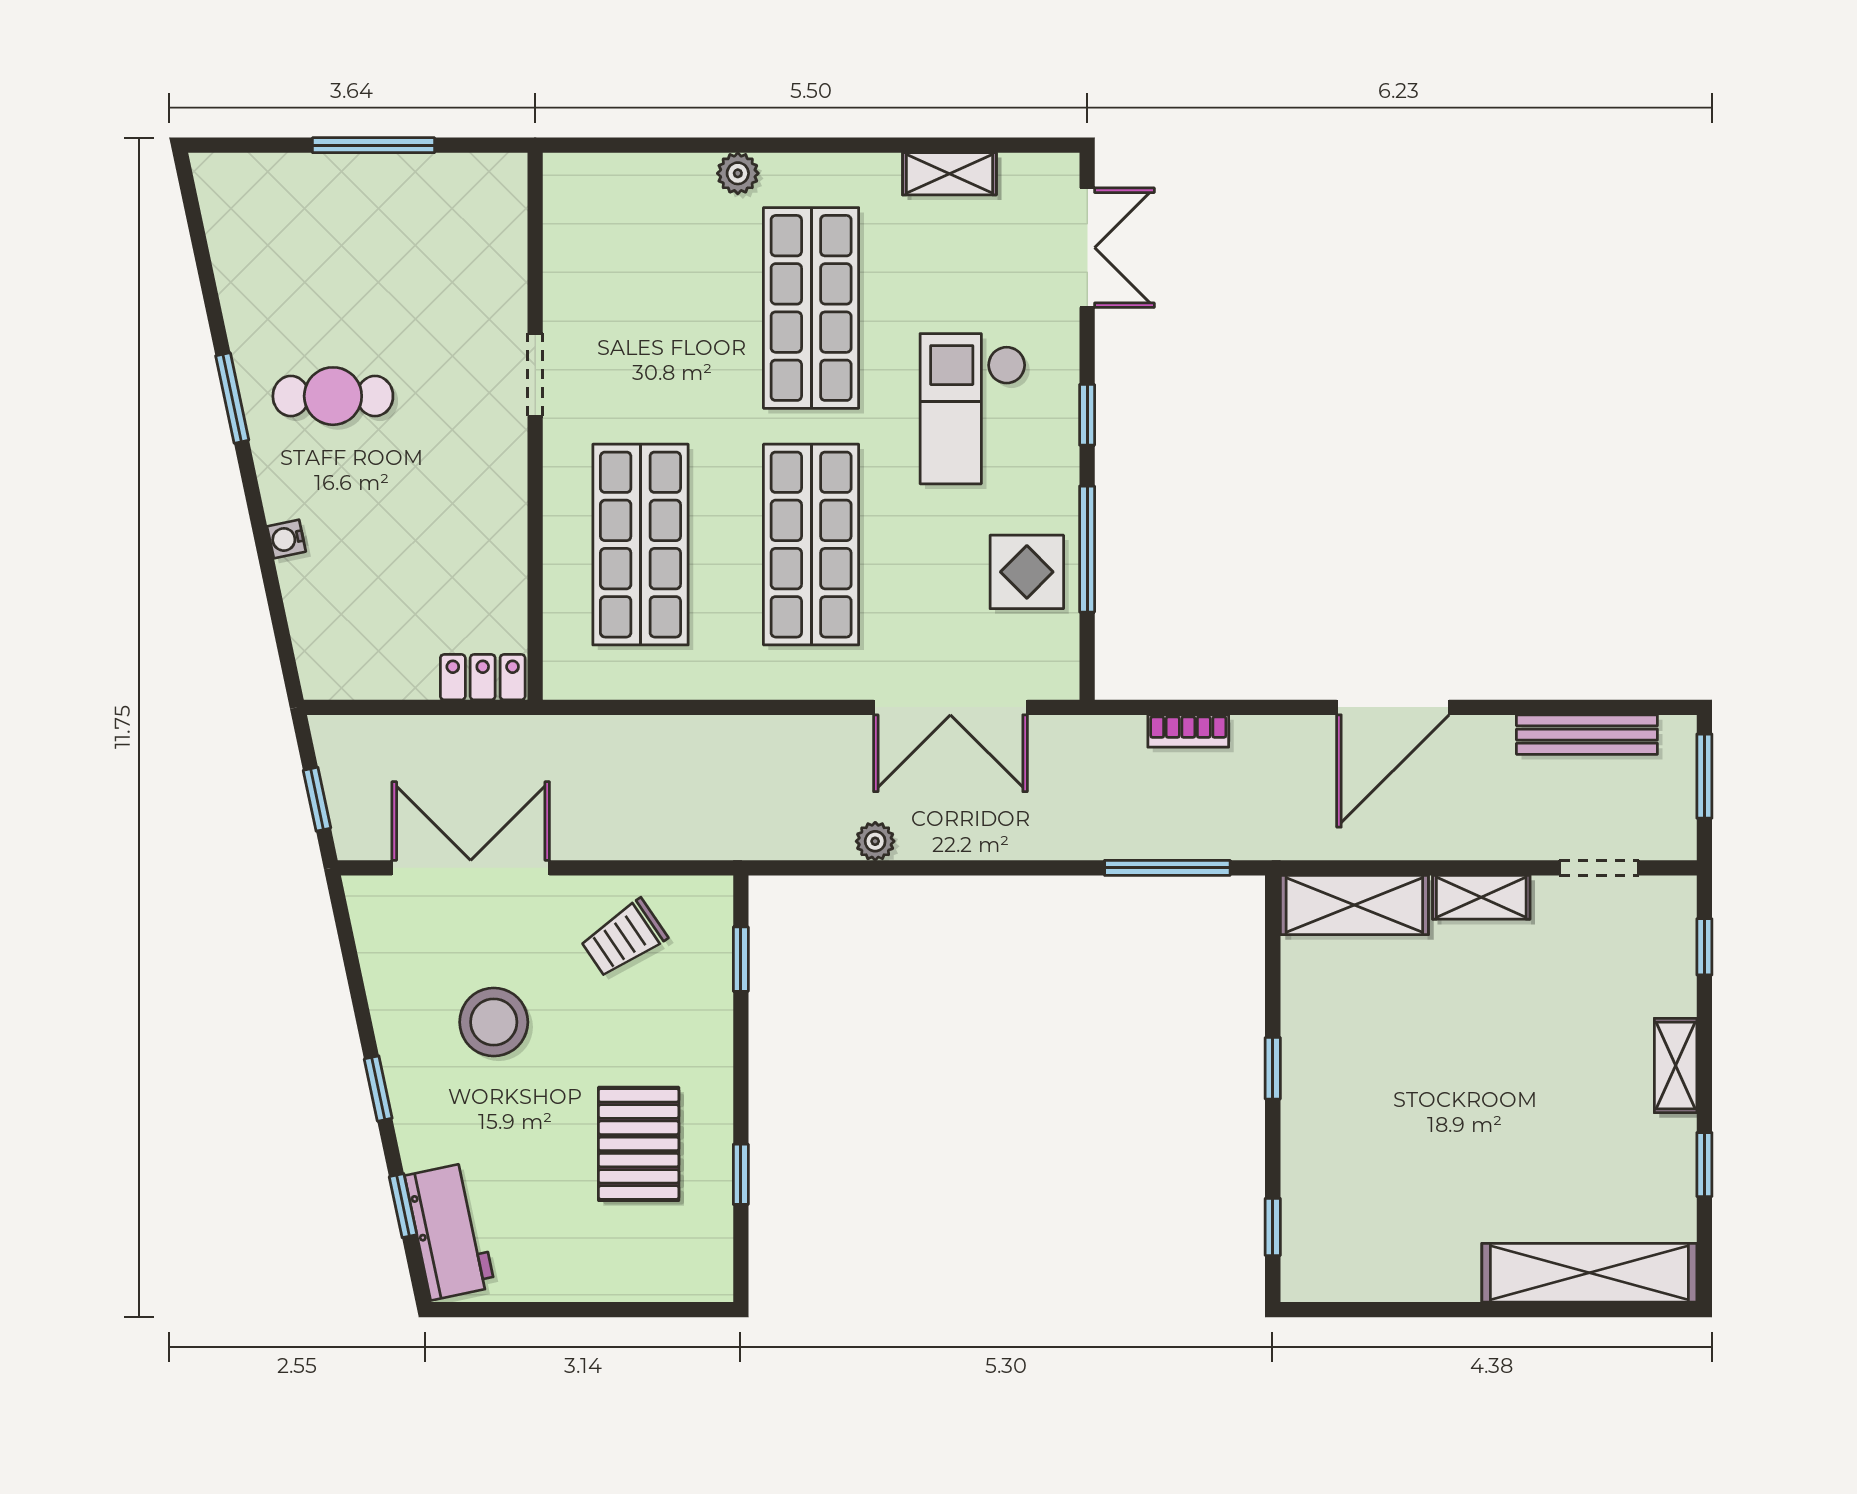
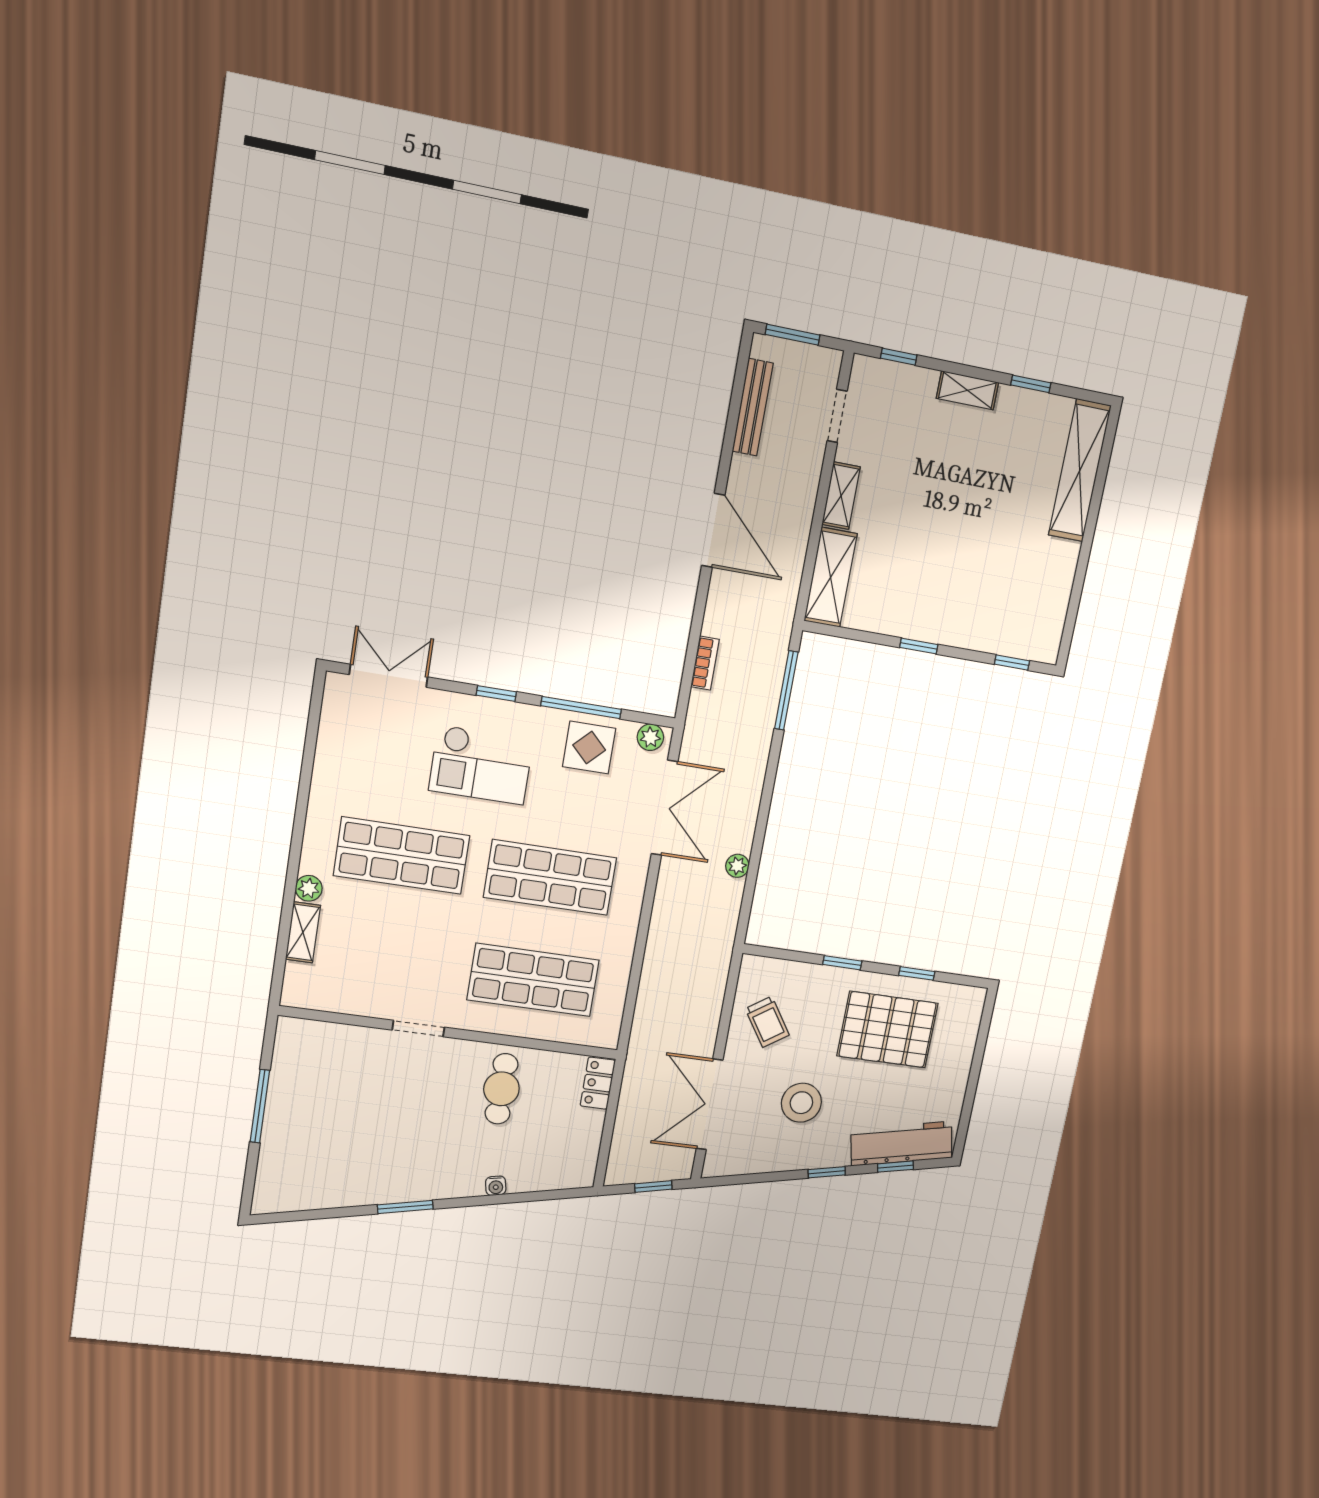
shelving: (949, 174) -> (303, 932), moved
cafe table: (333, 396) -> (502, 1089), moved
plant: (1059, 665) -> (650, 737), added
window: (741, 959) -> (842, 963), moved
pallet: (639, 1144) -> (888, 1030), width x1.37, depth x1.41
workbench: (450, 1231) -> (902, 1144), width x1.38

